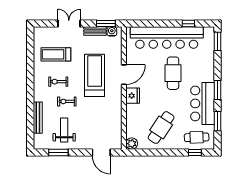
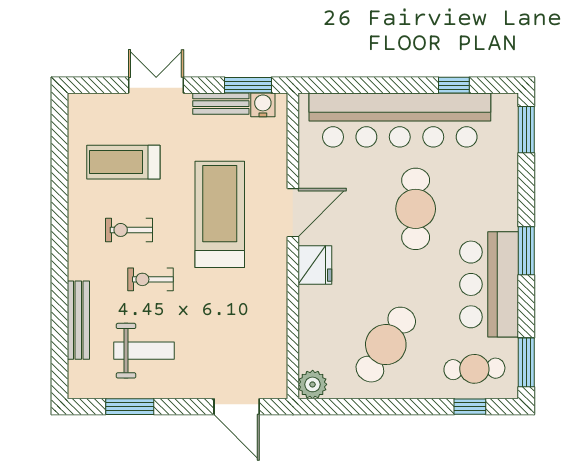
window: (217, 121) -> (526, 362), moved
weight bench: (64, 130) -> (144, 351), turned 90

